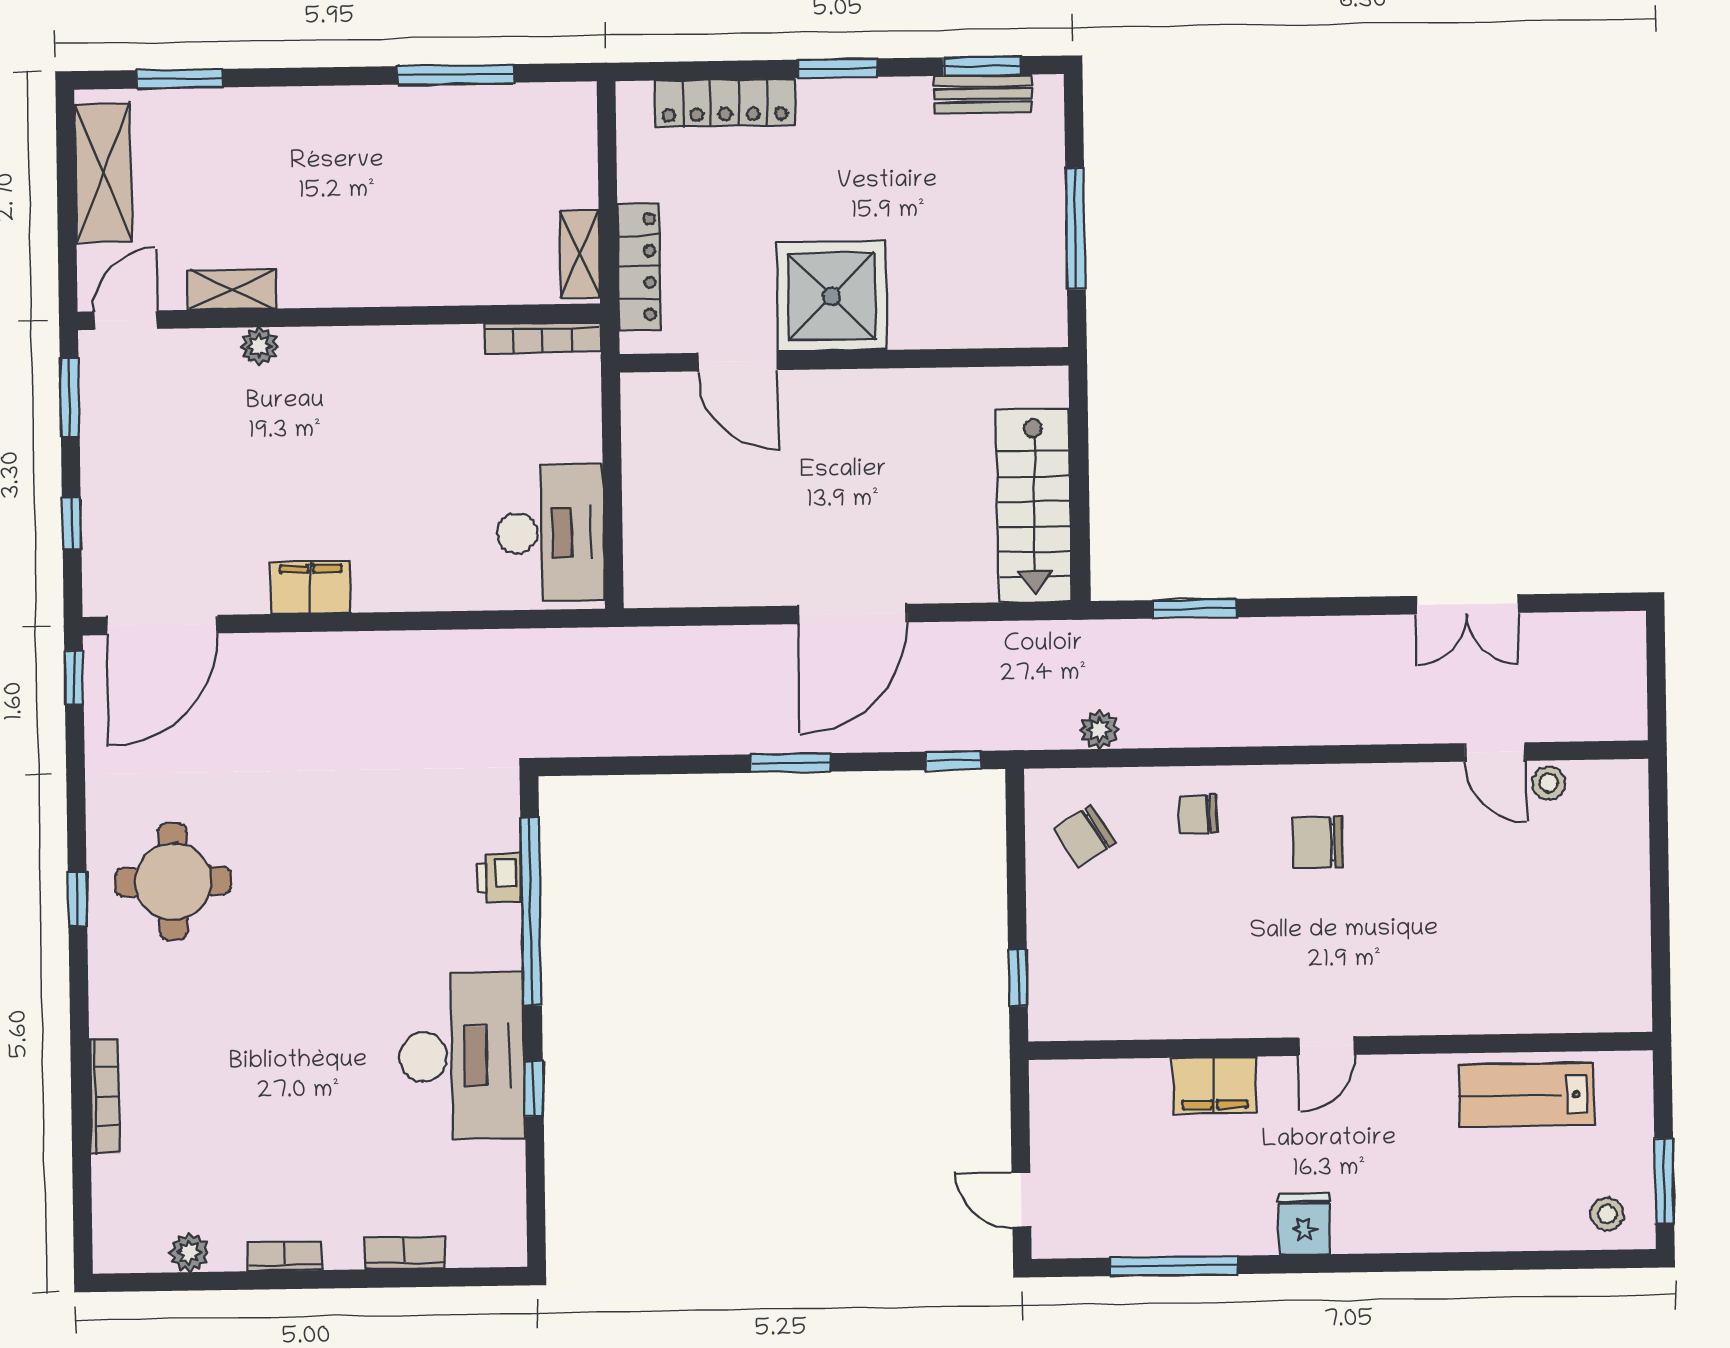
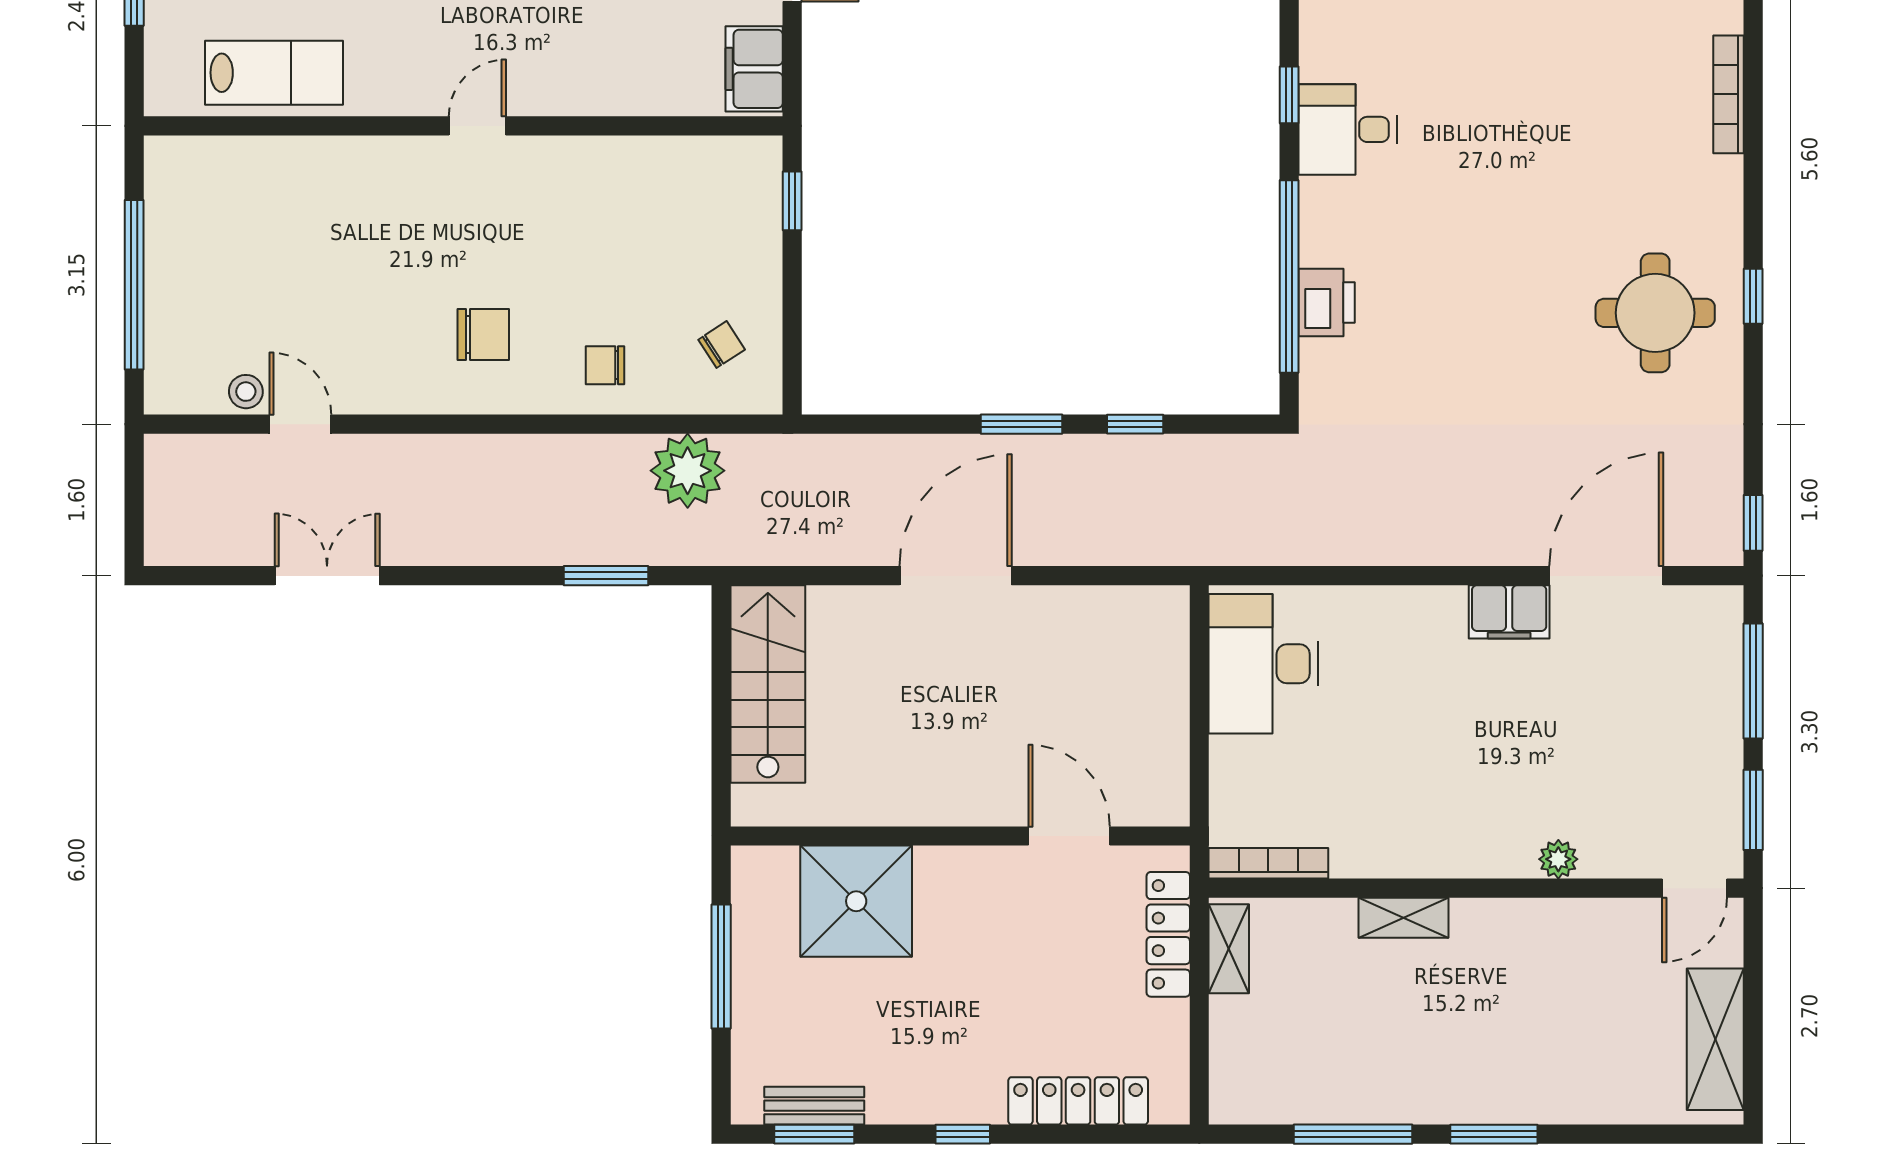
window: (837, 68) -> (963, 1134), width x0.67
window: (180, 79) -> (1494, 1134), moved
shelving: (232, 289) -> (1404, 918), moved
shower: (832, 296) -> (856, 901), moved
window: (72, 523) -> (1753, 681), width x2.17
door: (162, 625) -> (1606, 576), moved
plant: (1099, 730) -> (688, 471), width x1.88, depth x1.88
window: (954, 760) -> (1135, 424), moved
chair: (1198, 814) -> (605, 365), turned 180
chair: (1085, 836) -> (722, 345), width x0.73, depth x0.73
printer: (499, 878) -> (1327, 302), width x1.36, depth x1.24
window: (1660, 886) -> (134, 285), added
desk: (462, 1056) -> (1348, 129), width x0.53, depth x0.77
filing cabinet: (1214, 1085) -> (754, 69), moved, turned -90

